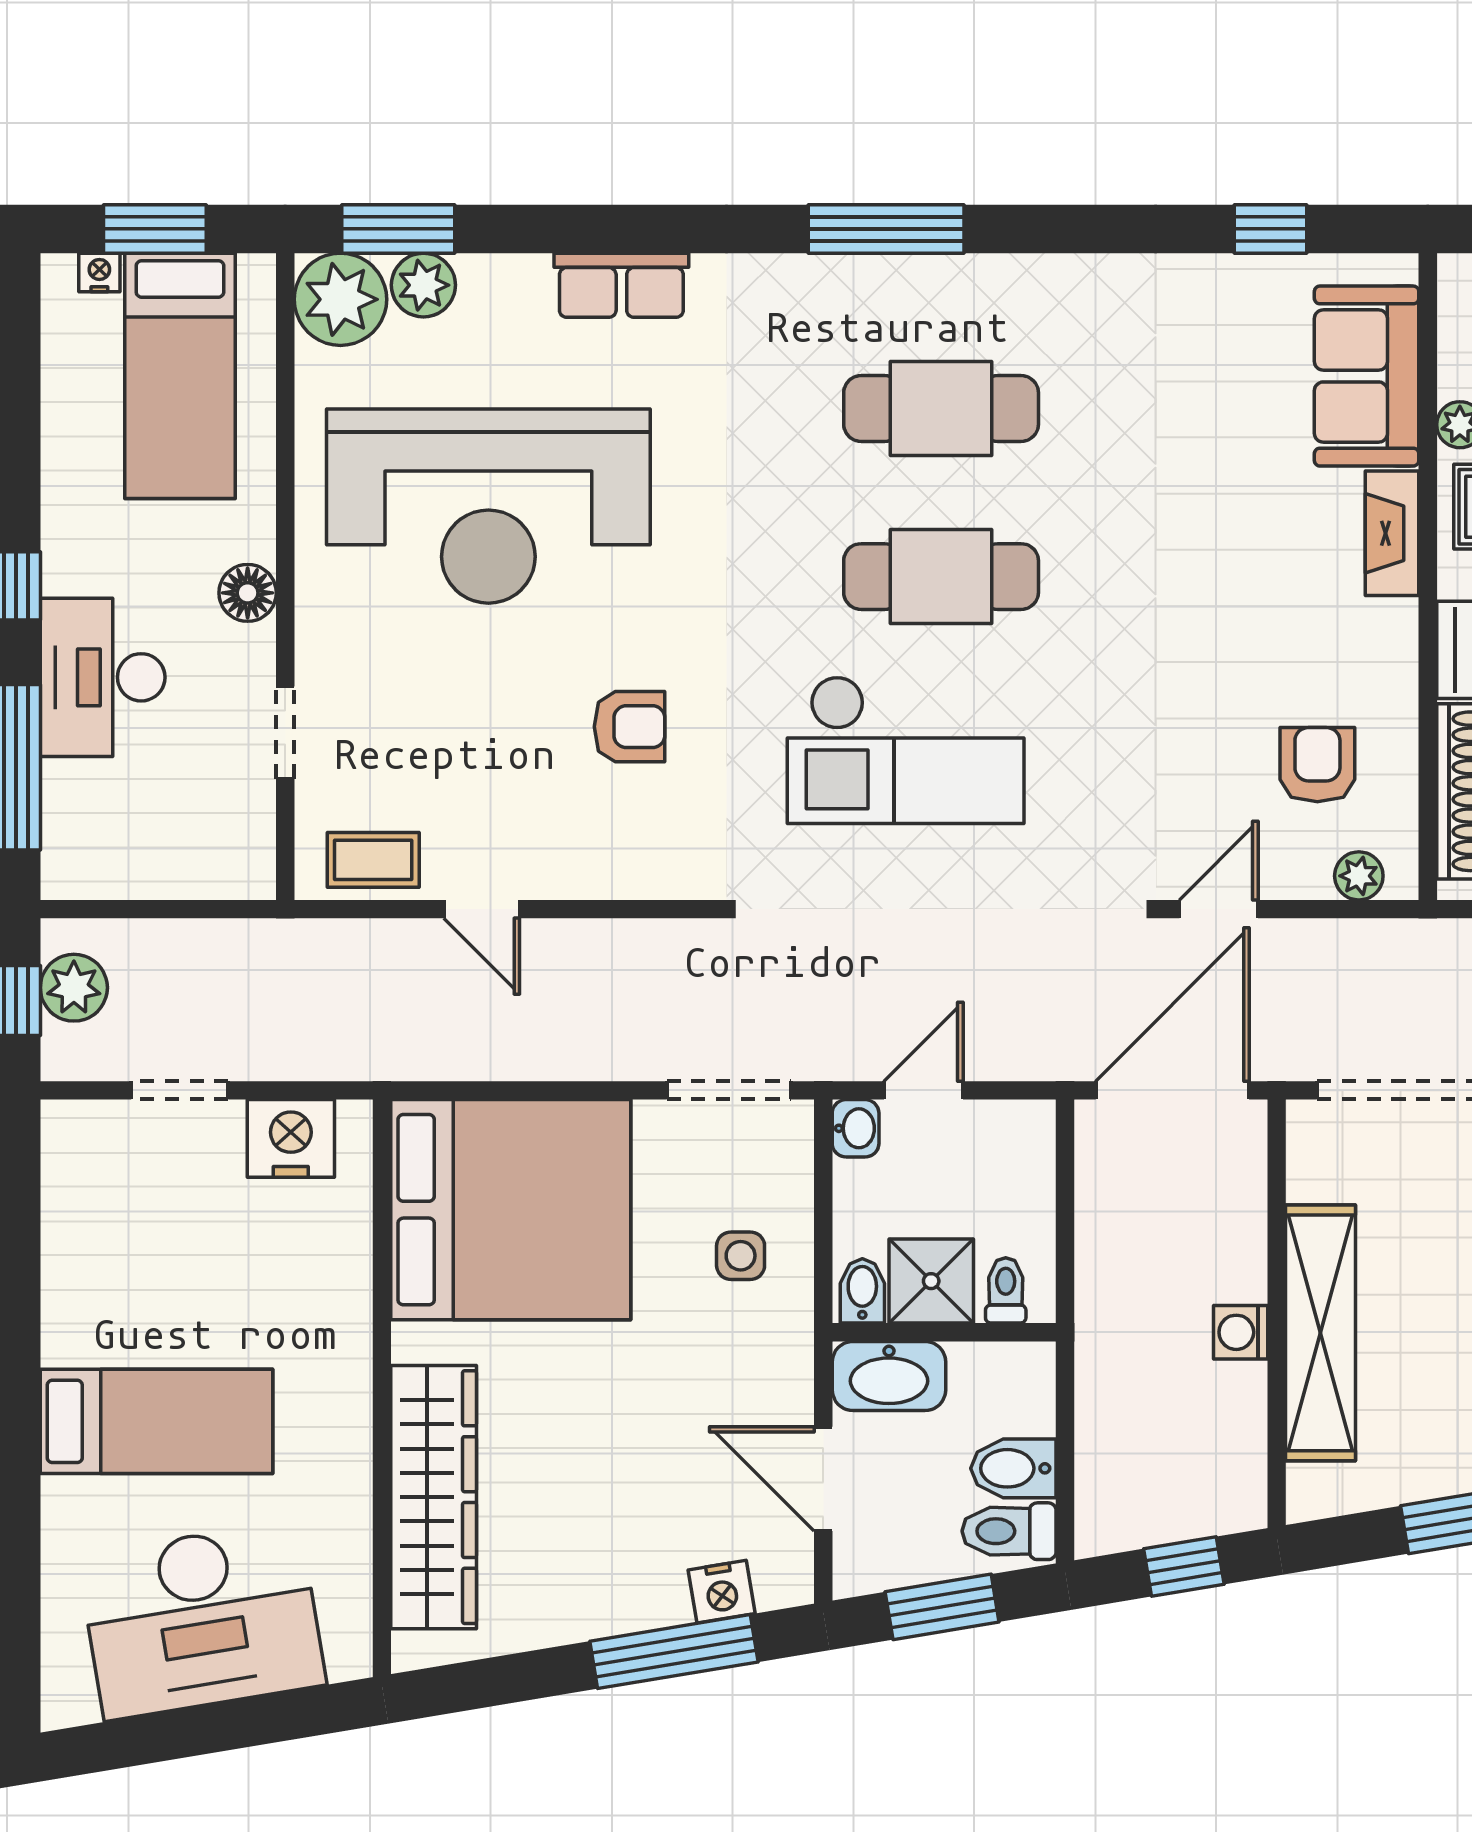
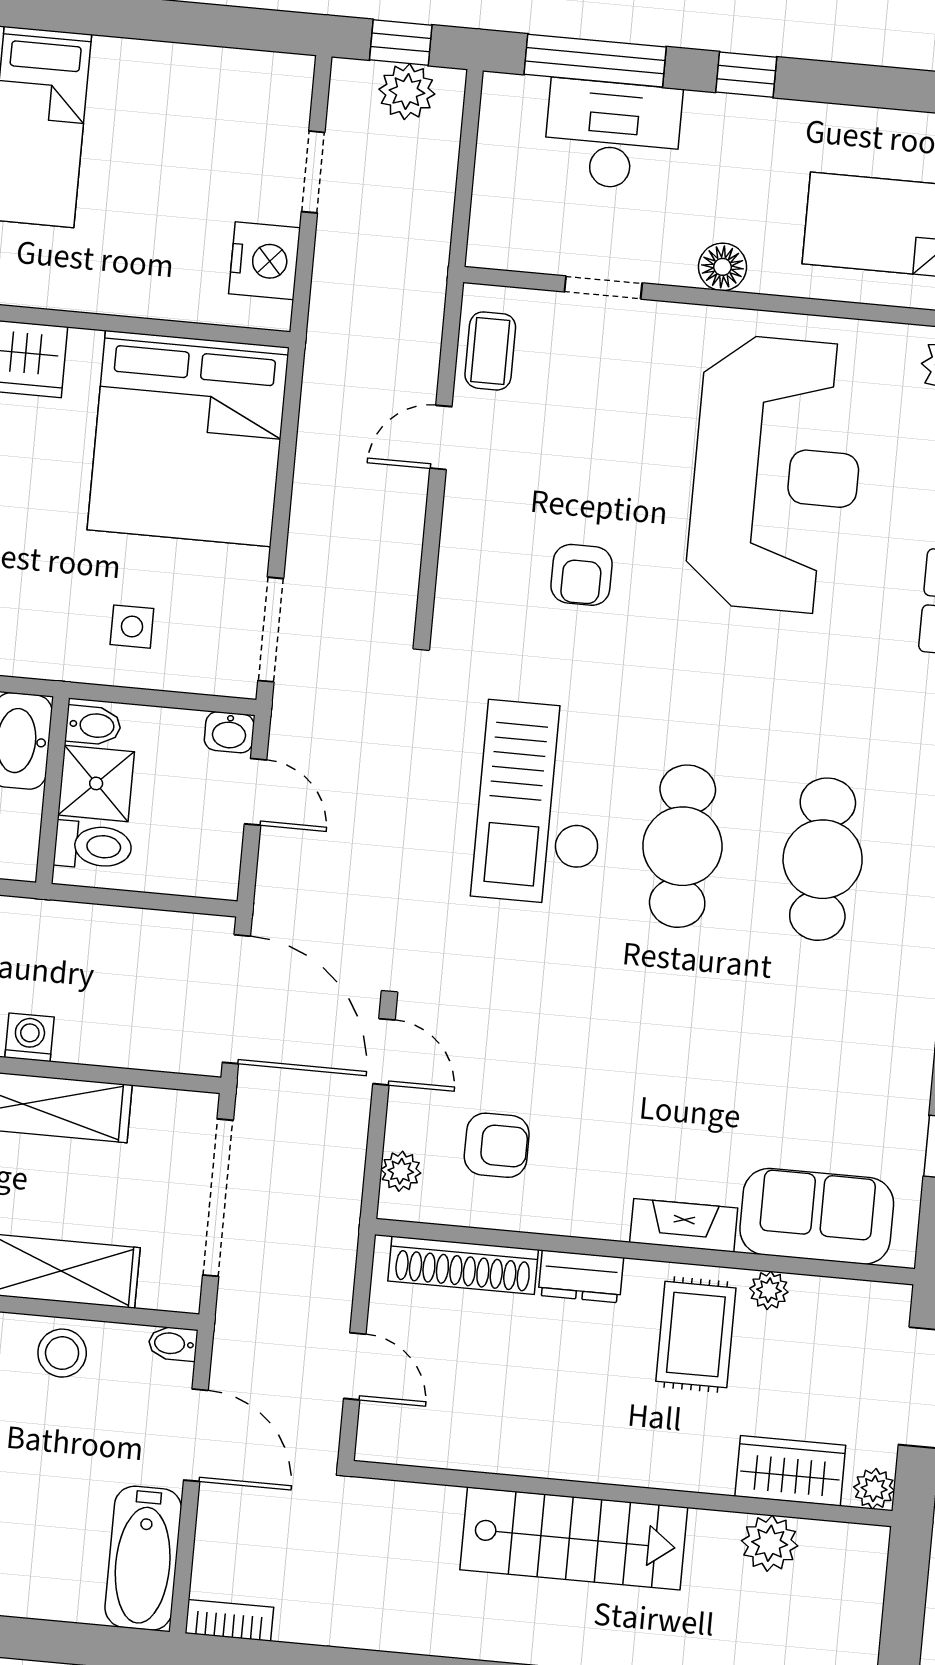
reception desk: (488, 506) -> (776, 474), turned 180
desk: (103, 677) -> (613, 135), moved
toilet: (1006, 1290) -> (93, 846), width x1.37, depth x1.39

